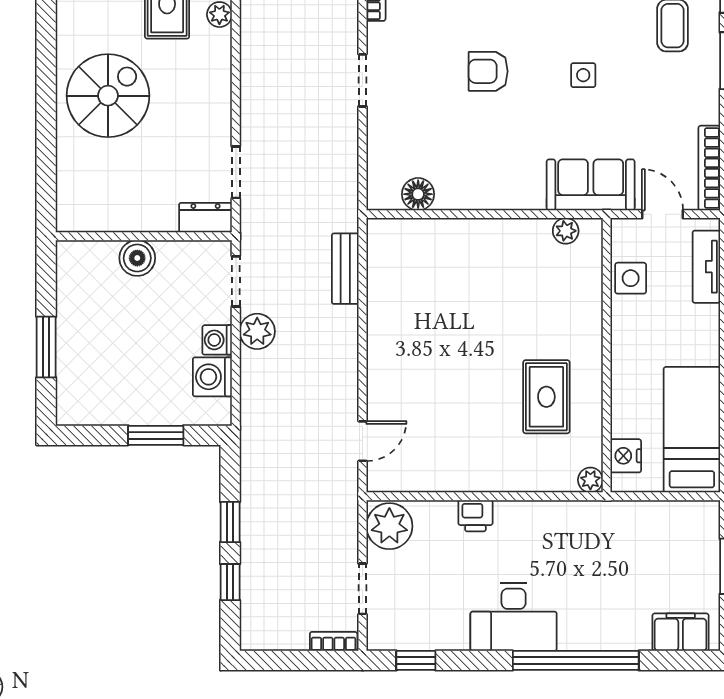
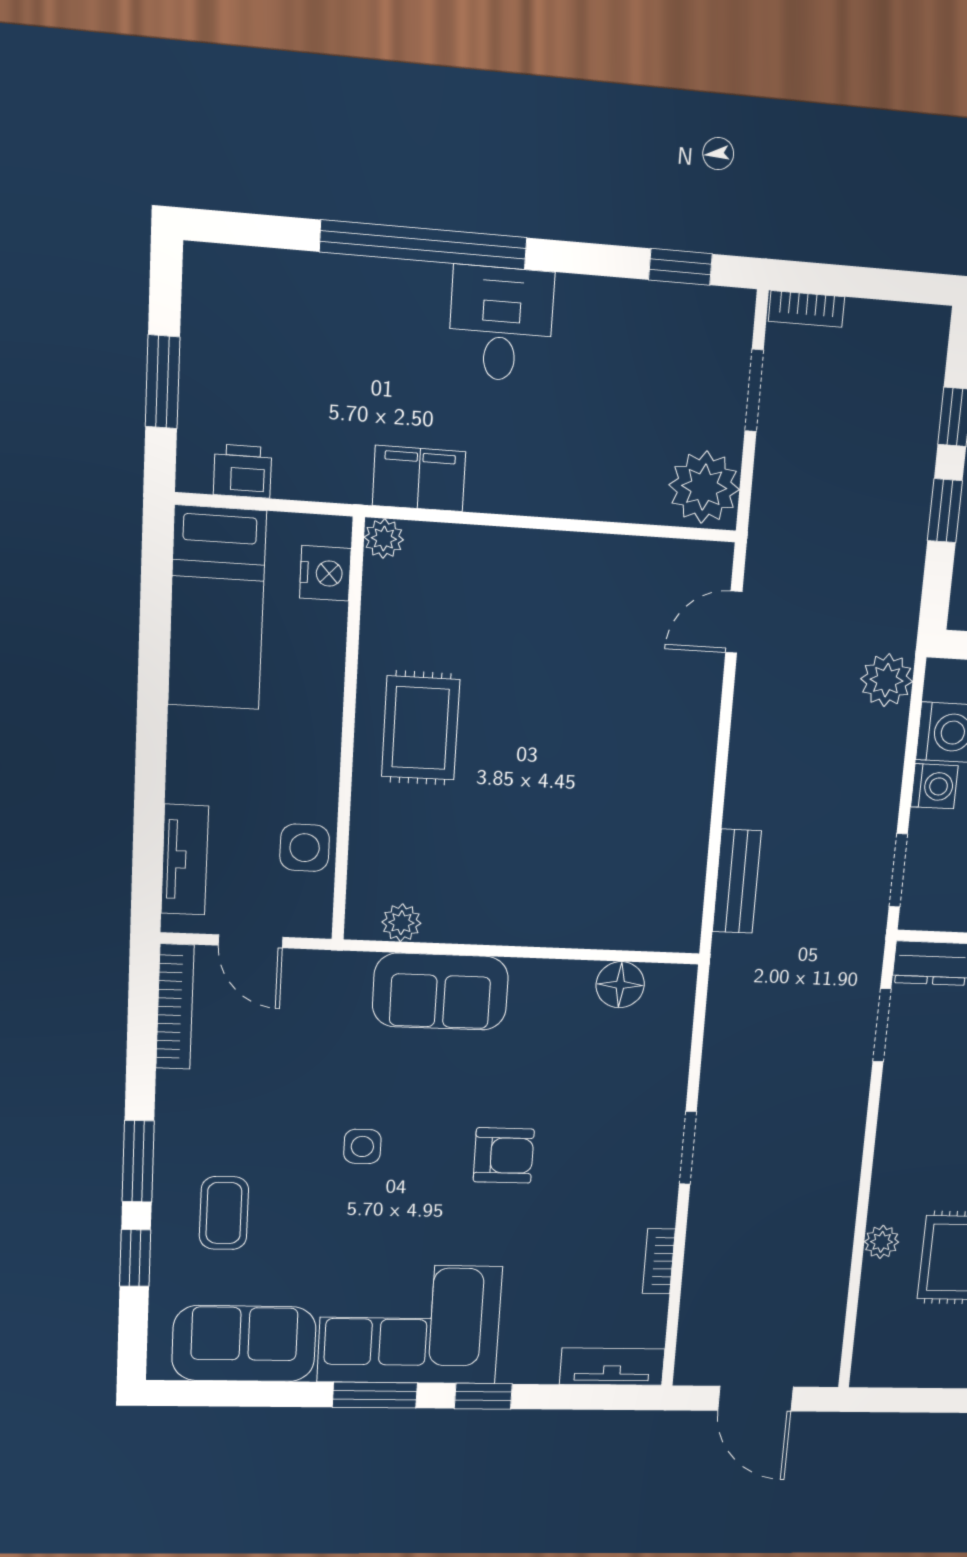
sofa: (591, 185) -> (440, 992), moved
plant: (257, 331) -> (887, 680), moved
rug: (546, 397) -> (421, 728), moved
printer: (475, 516) -> (243, 471), moved
desk: (514, 617) -> (501, 324), width x0.73
filing cabinet: (681, 632) -> (419, 479), moved, turned 180

